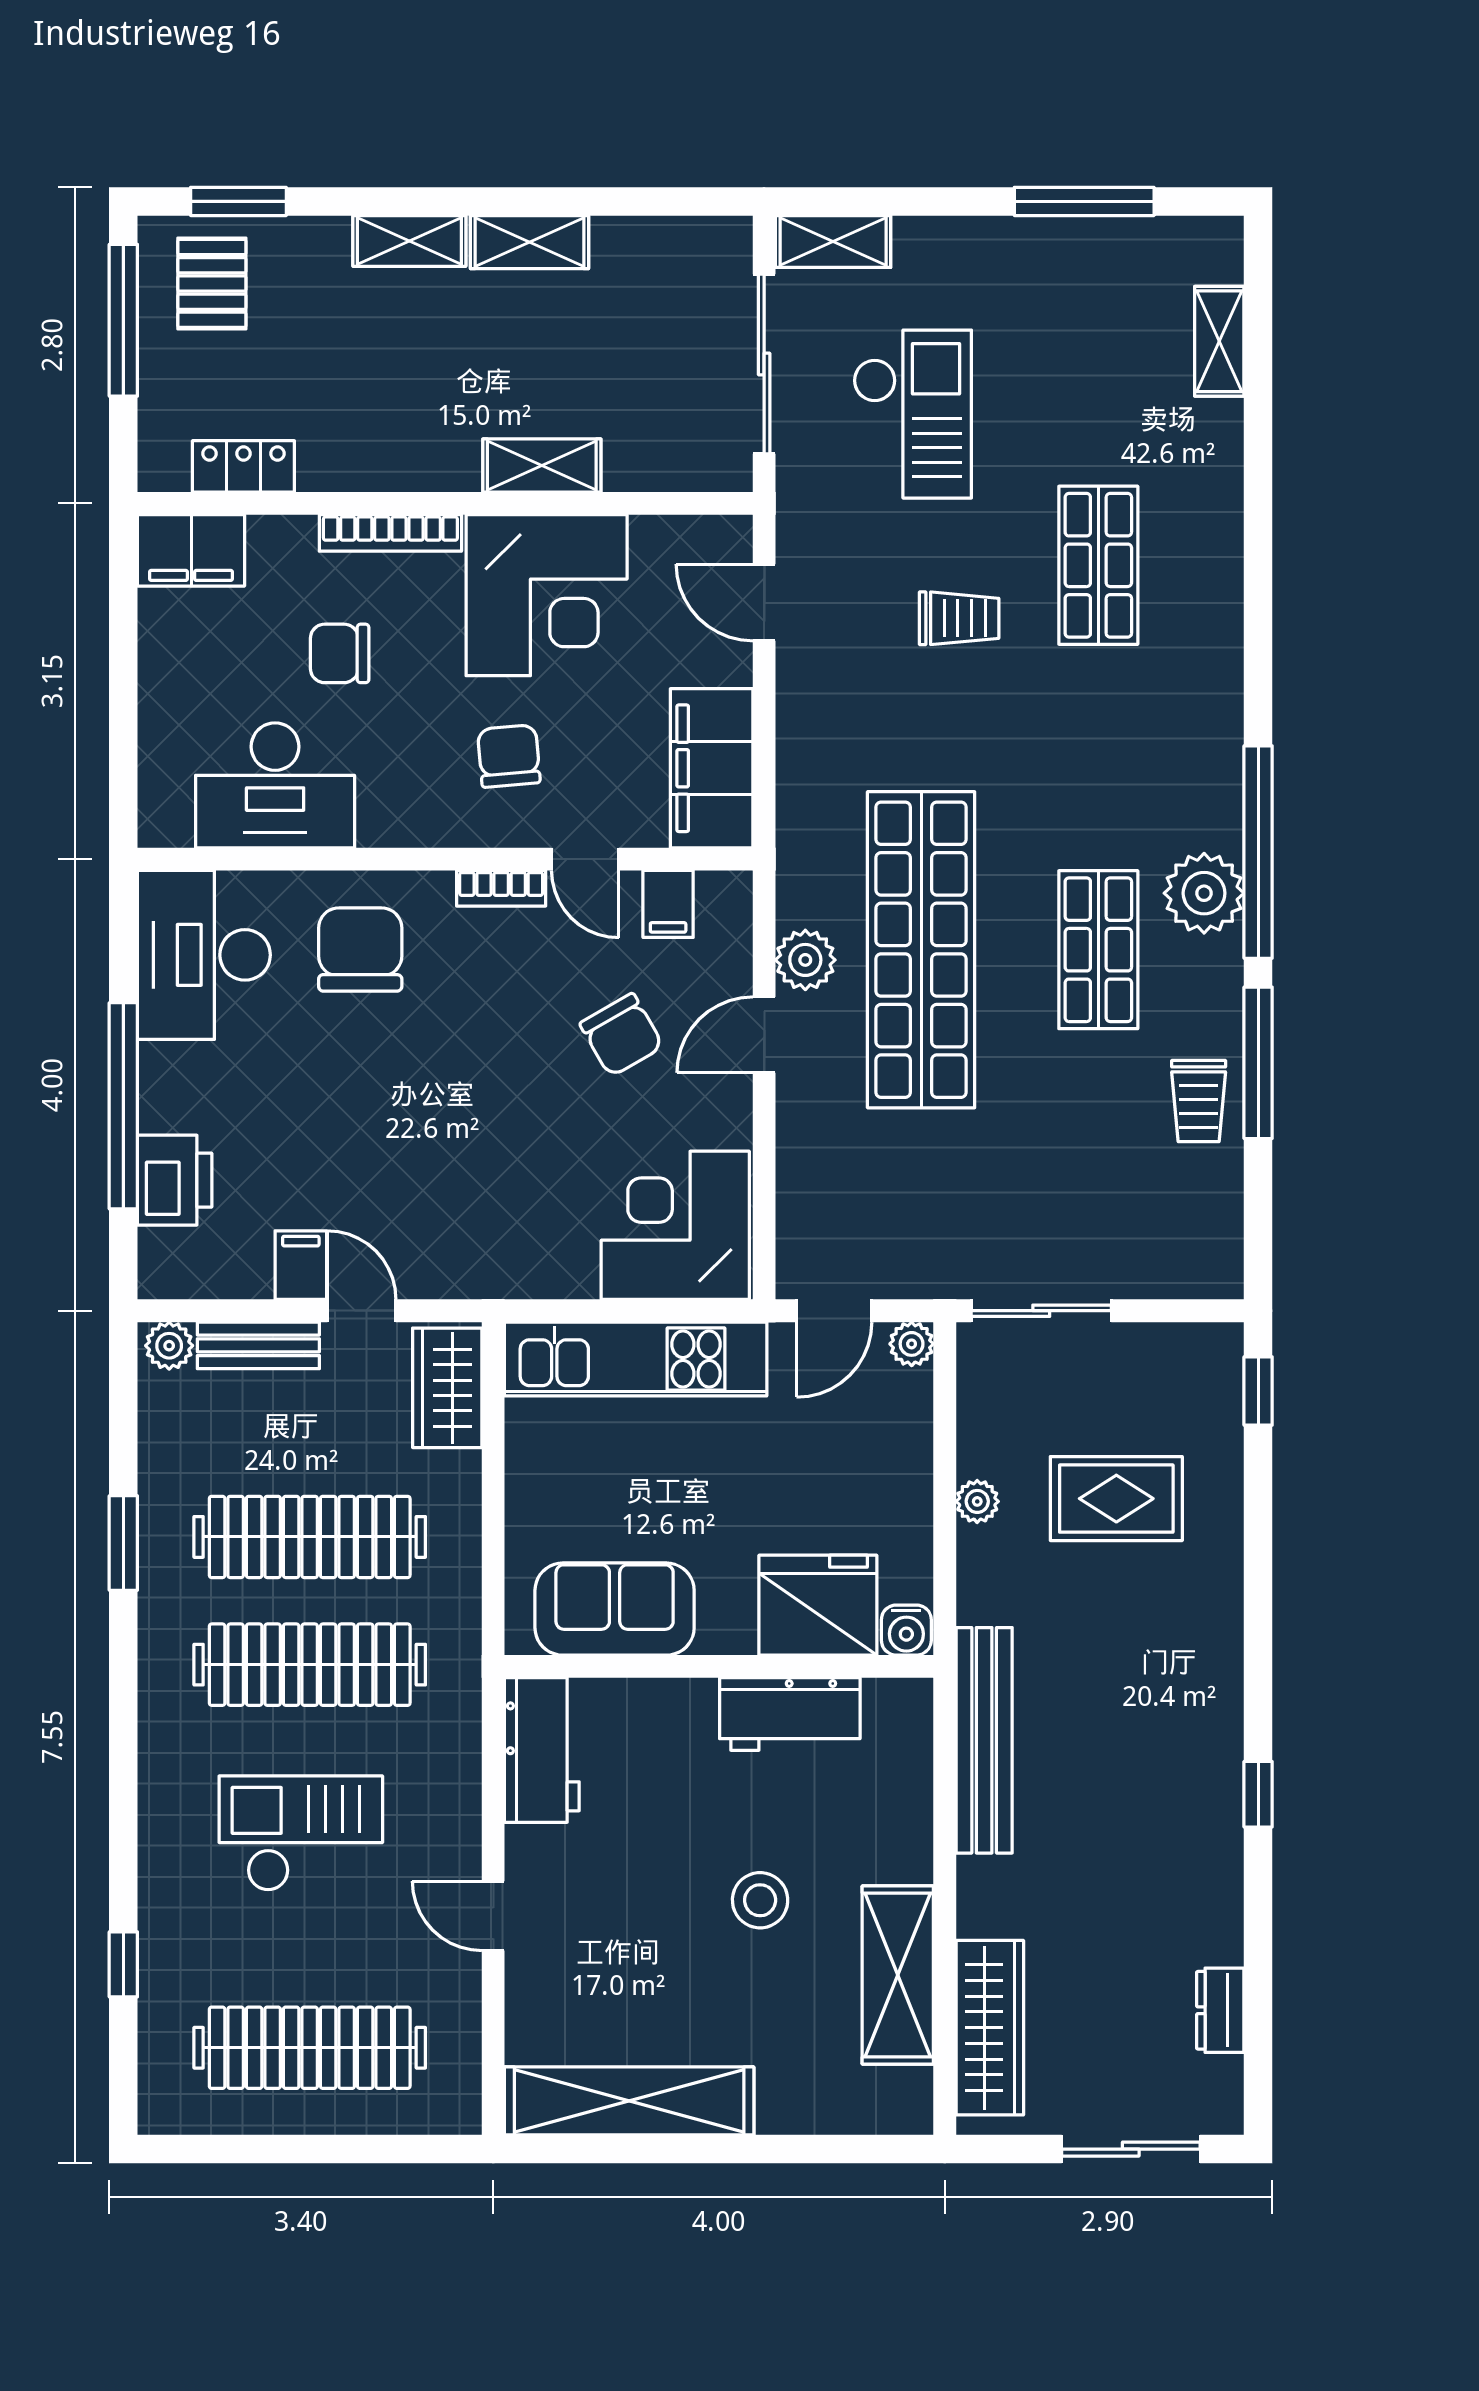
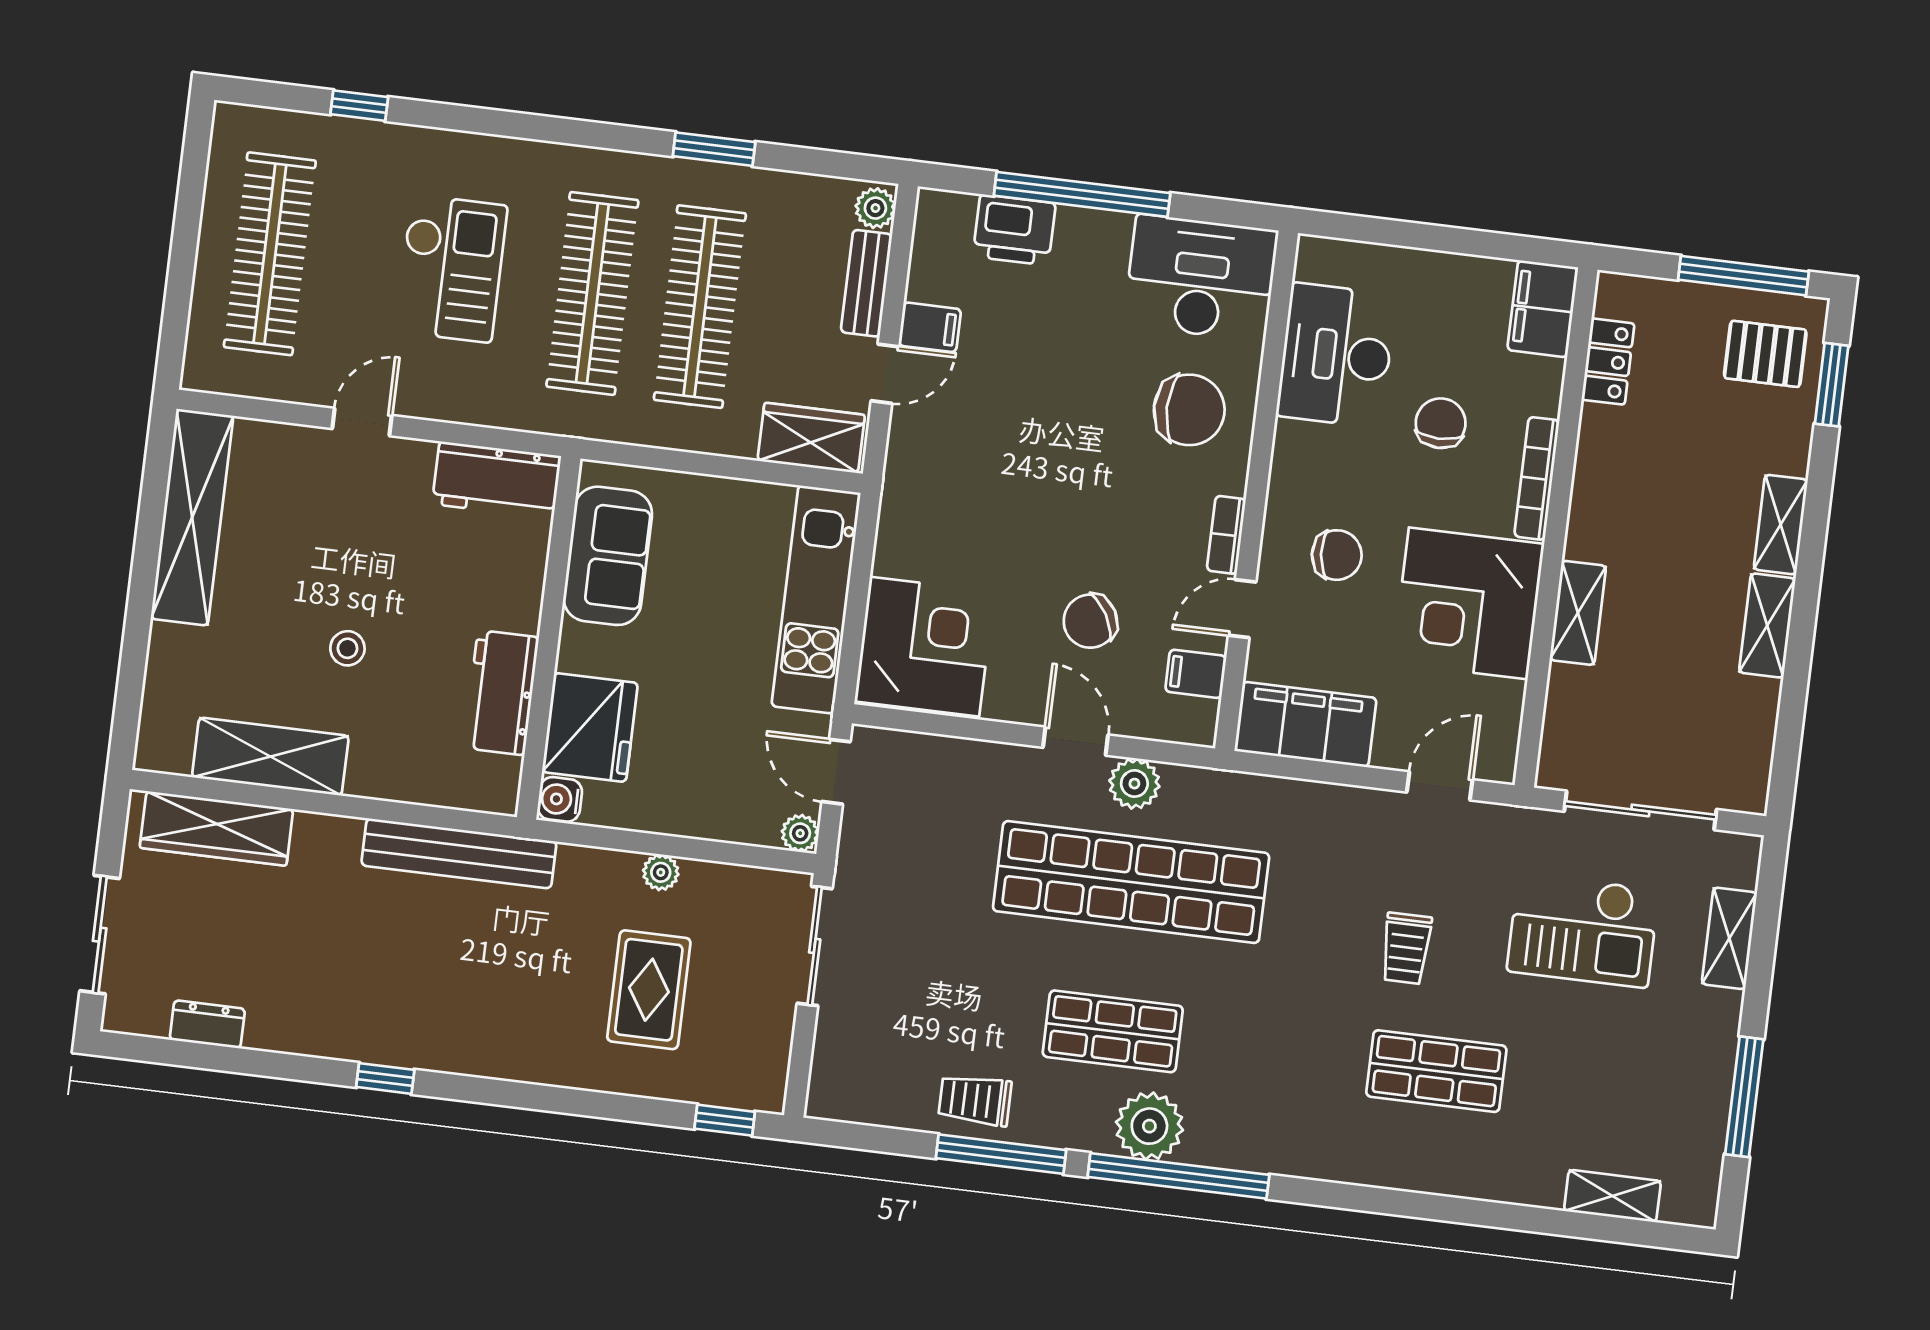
shelving: (833, 241) -> (1729, 938), moved
stool: (760, 1900) -> (347, 648), width x0.73, depth x0.73

